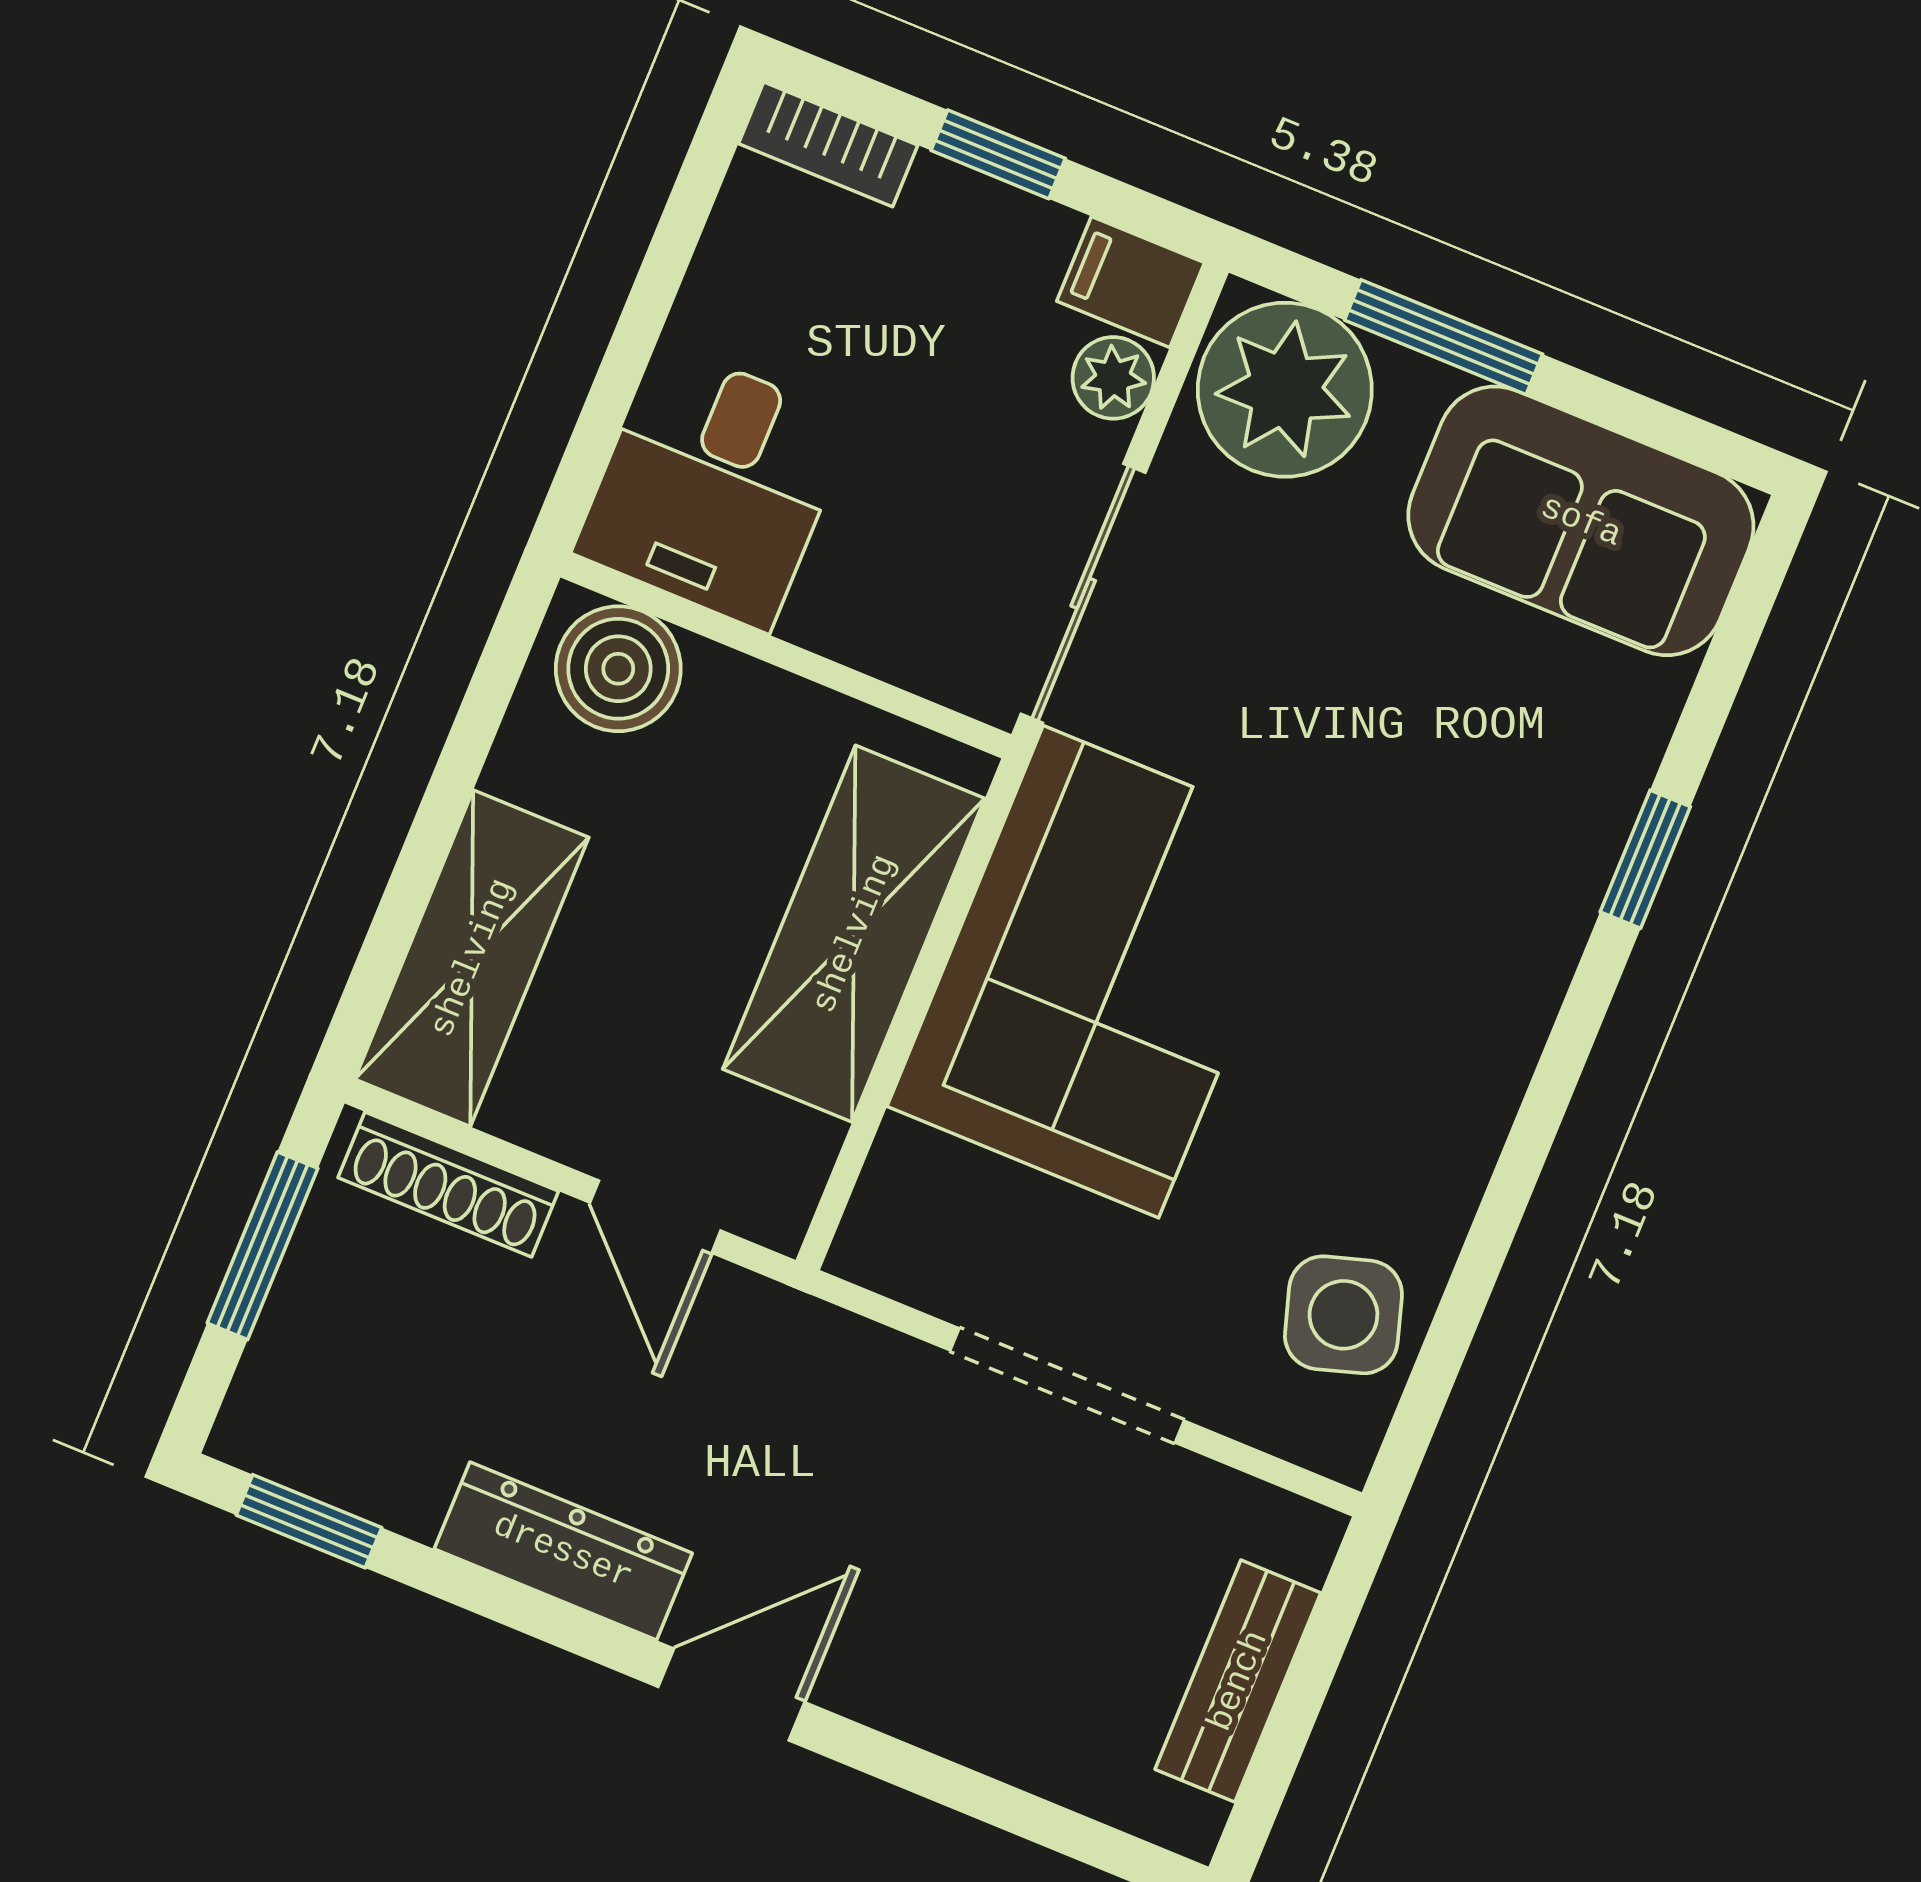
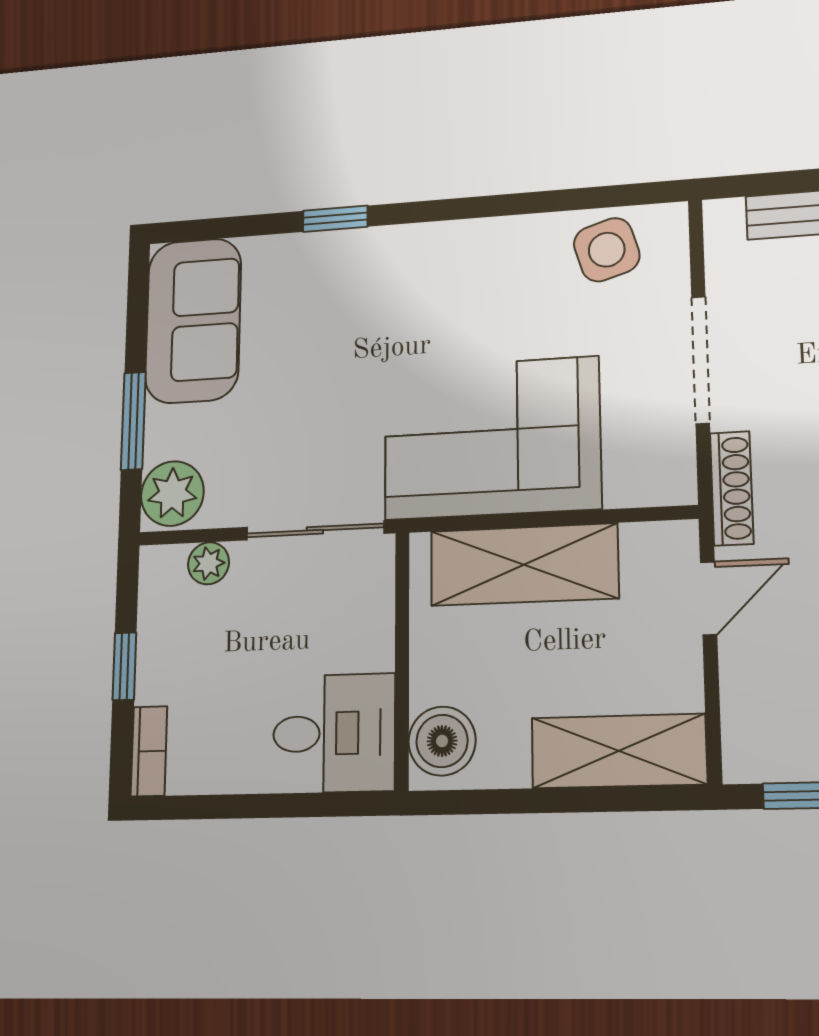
filing cabinet: (1131, 282) -> (161, 576), removed
plant: (1285, 390) -> (172, 494), width x0.73, depth x0.73
shoe rack: (448, 1184) -> (732, 488), moved

